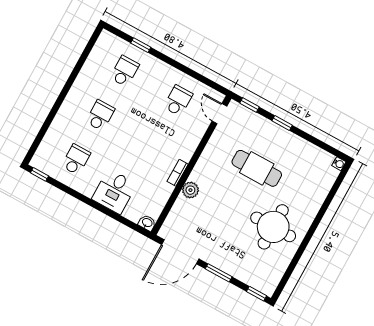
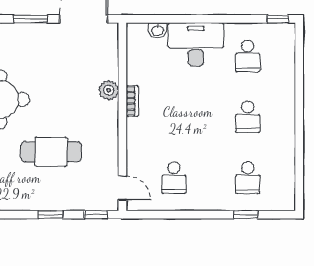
desk: (114, 191) -> (196, 44), width x1.37
washbasin: (147, 223) -> (157, 30), moved

